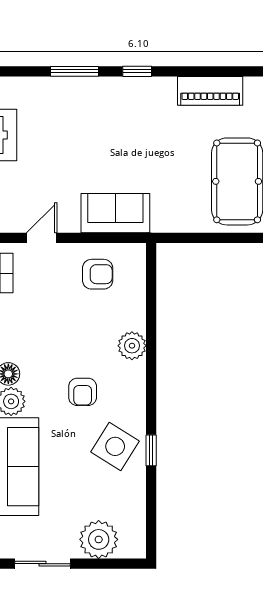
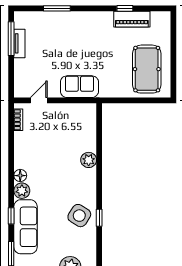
window: (137, 71) -> (125, 8), moved
armchair: (98, 274) -> (70, 120), removed
armchair: (83, 392) -> (61, 185), removed

